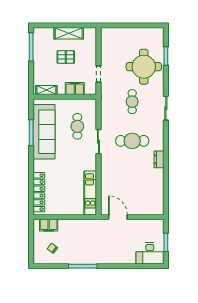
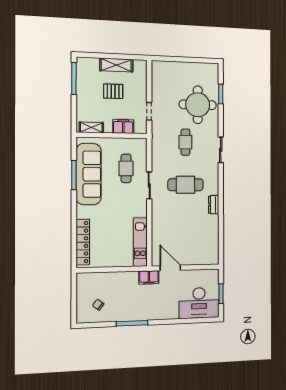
filing cabinet: (49, 225) -> (149, 277), moved
desk: (150, 253) -> (199, 303), width x1.36, depth x1.30

